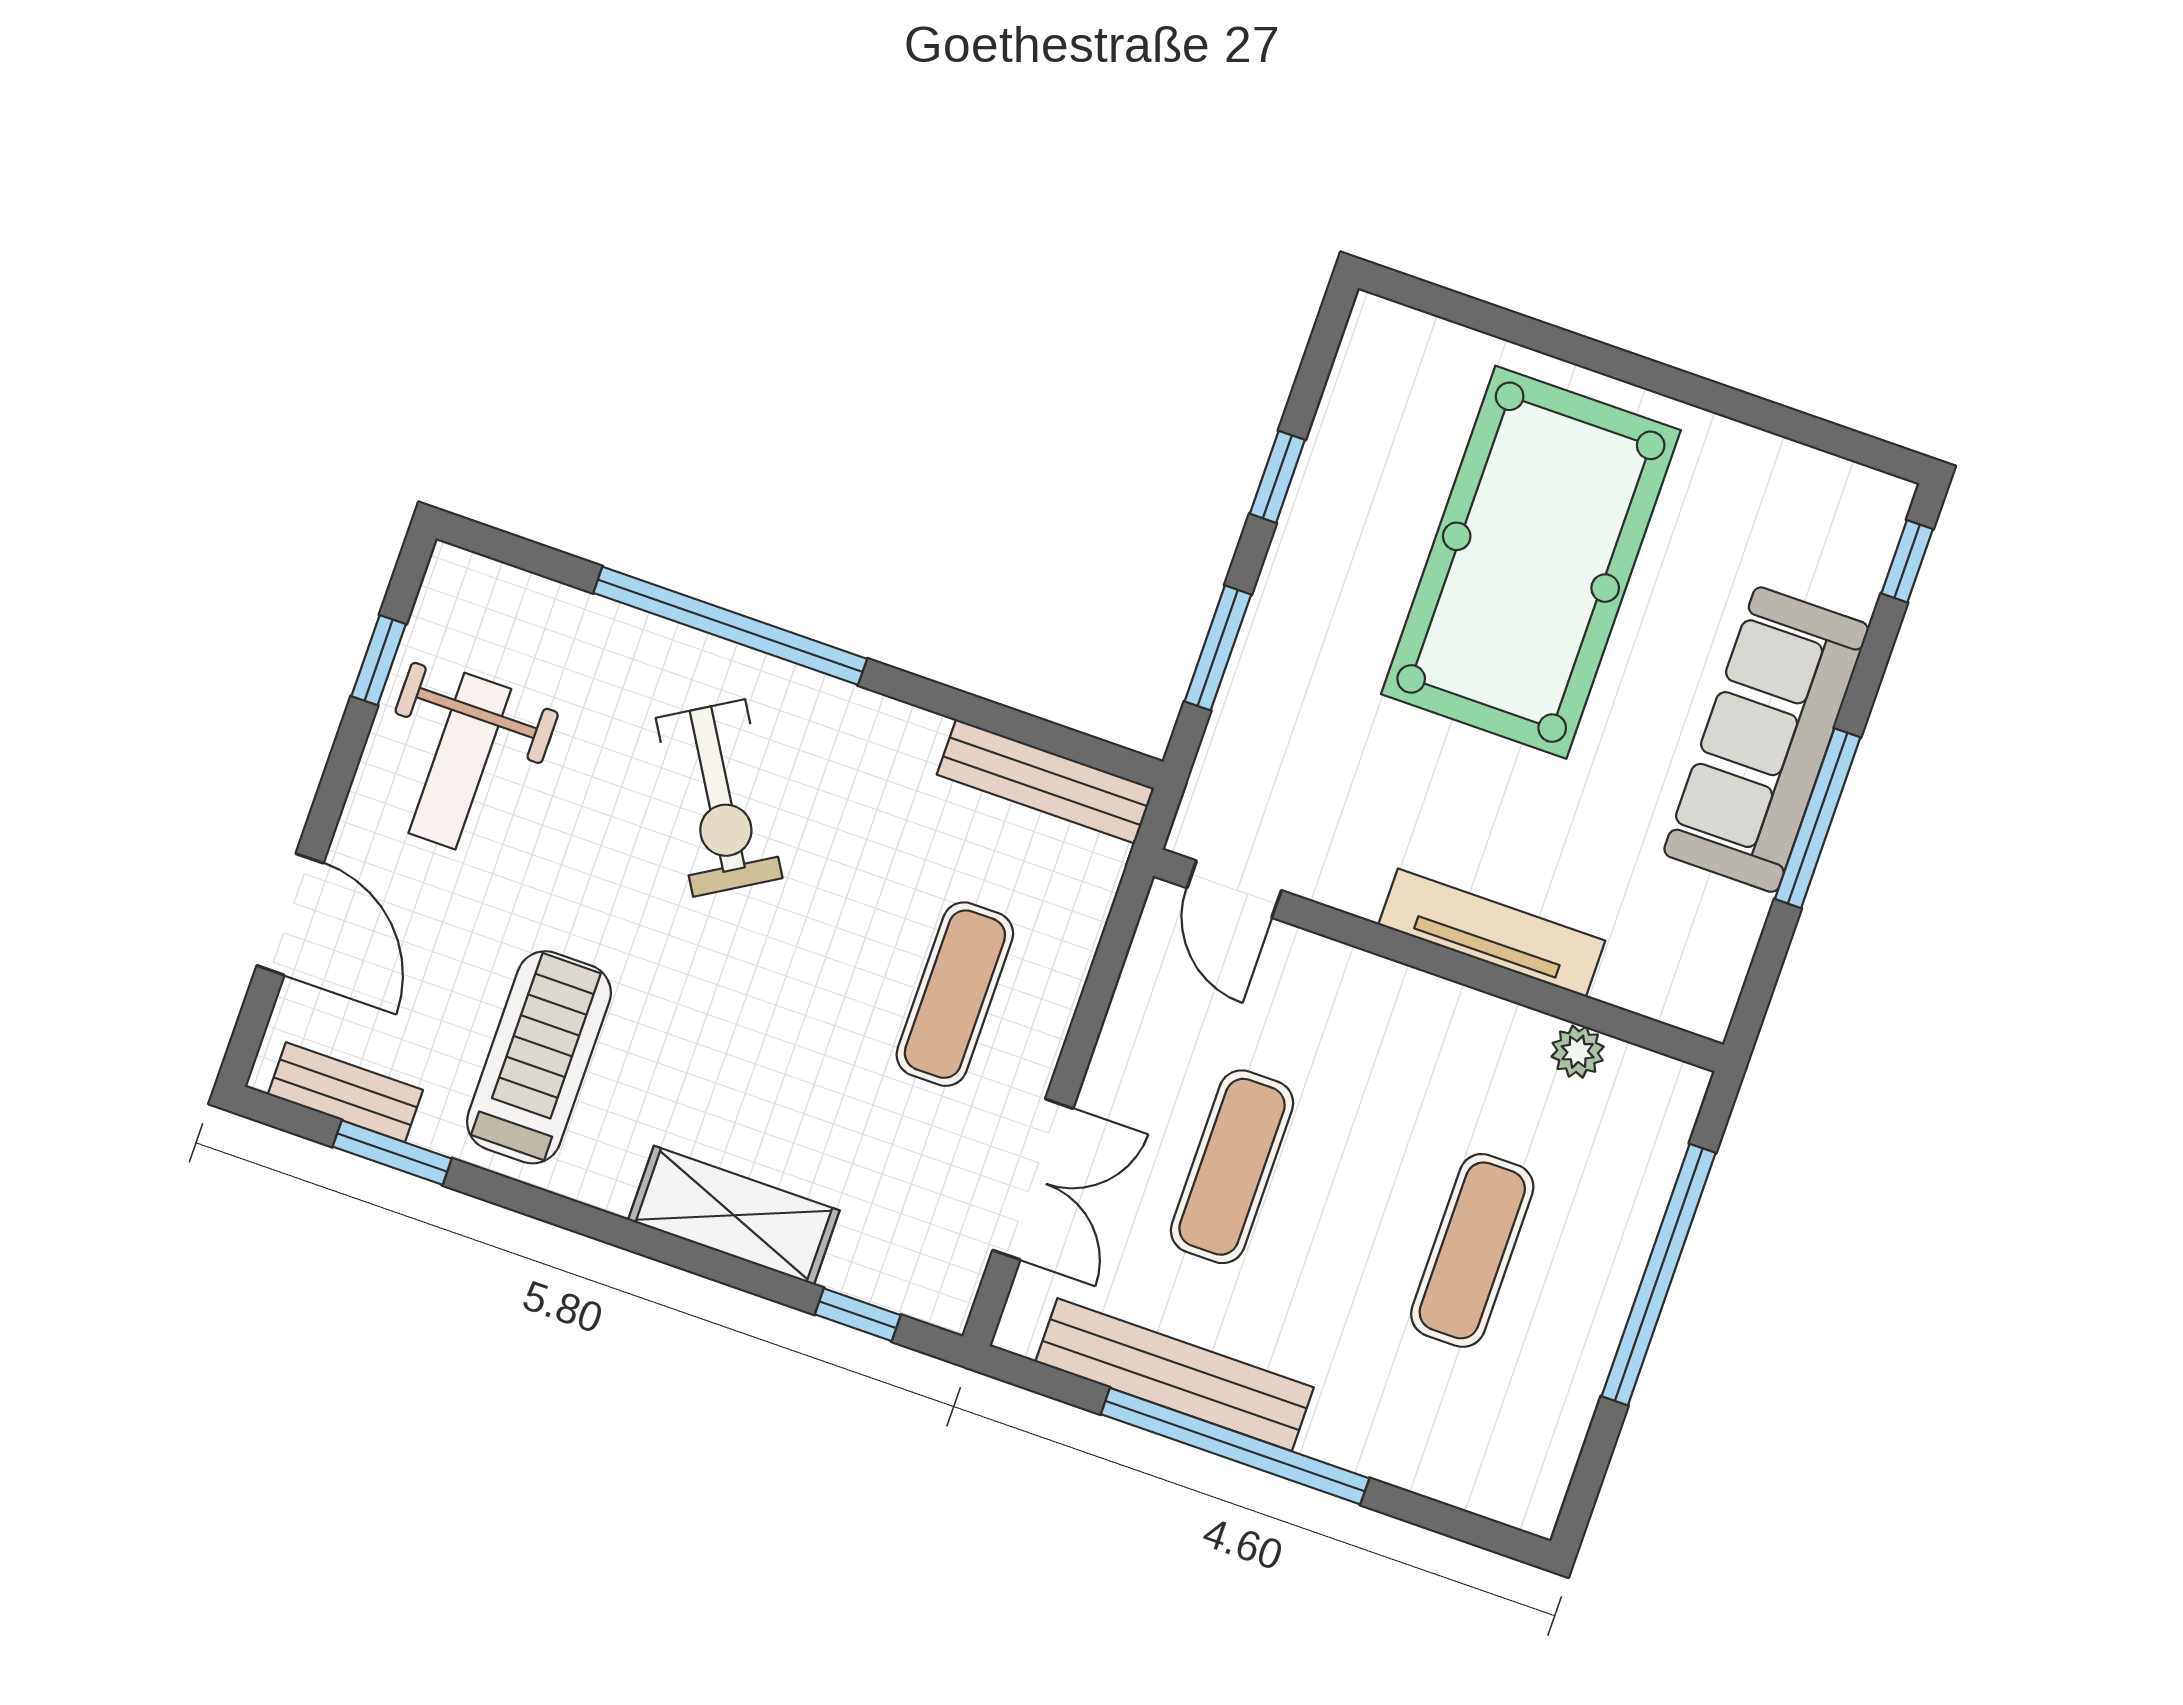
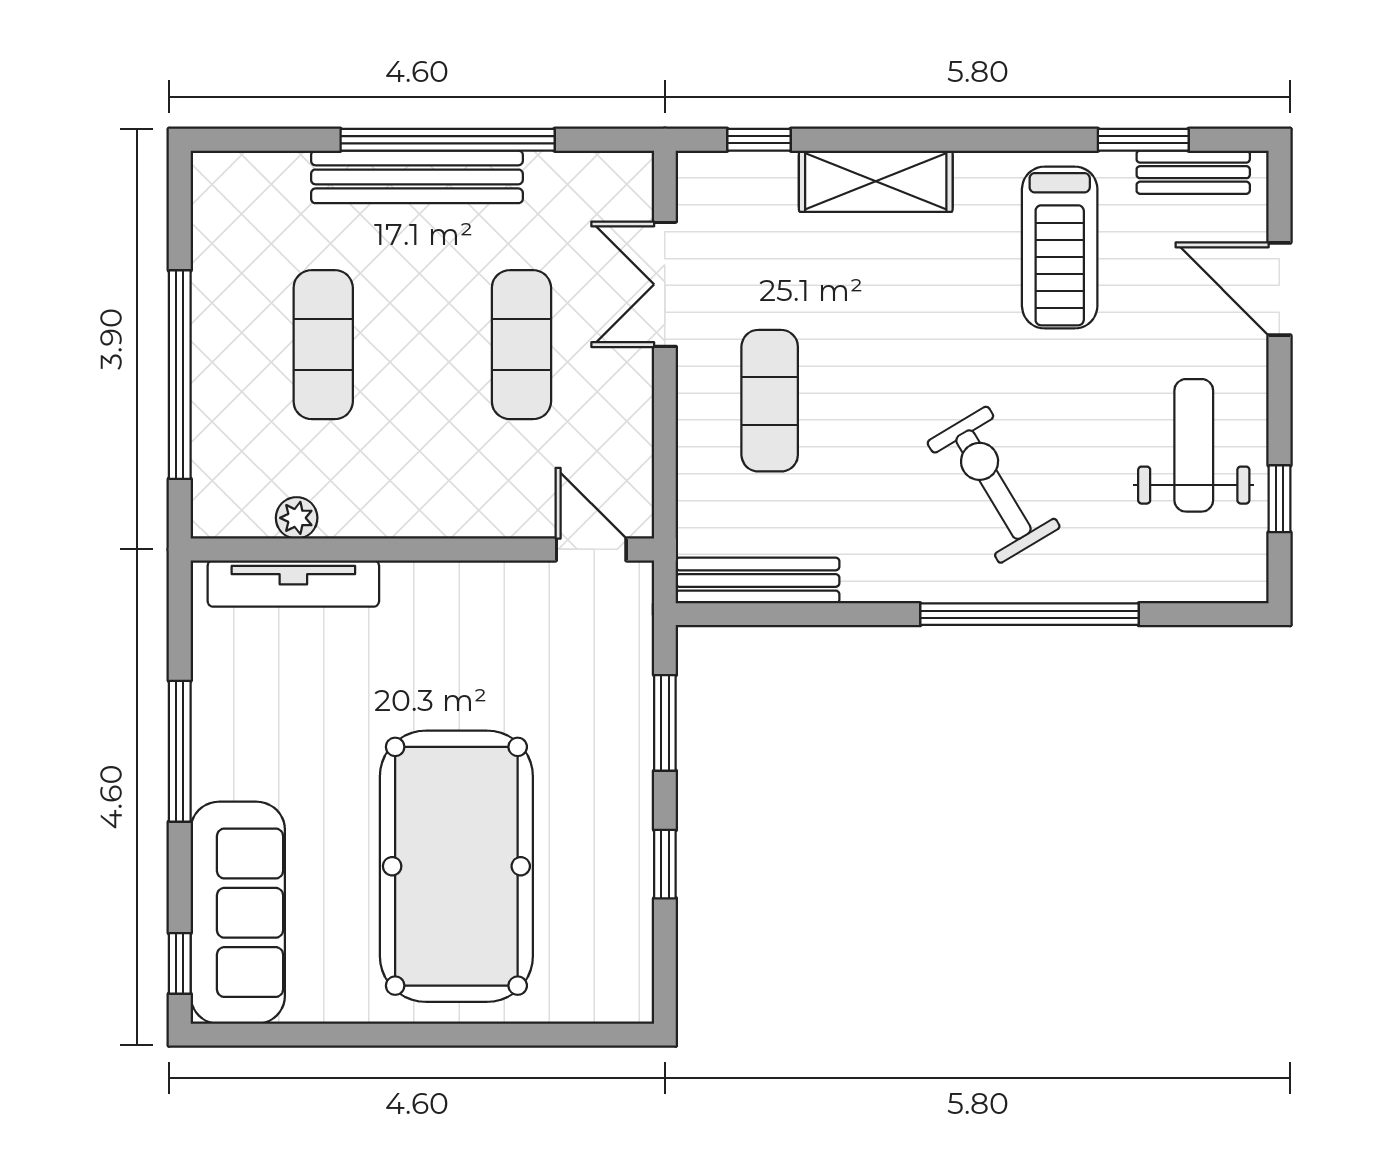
sofa: (1766, 740) -> (238, 913), moved
tv unit: (1492, 933) -> (293, 583), moved
bench: (1175, 1375) -> (417, 177), moved

